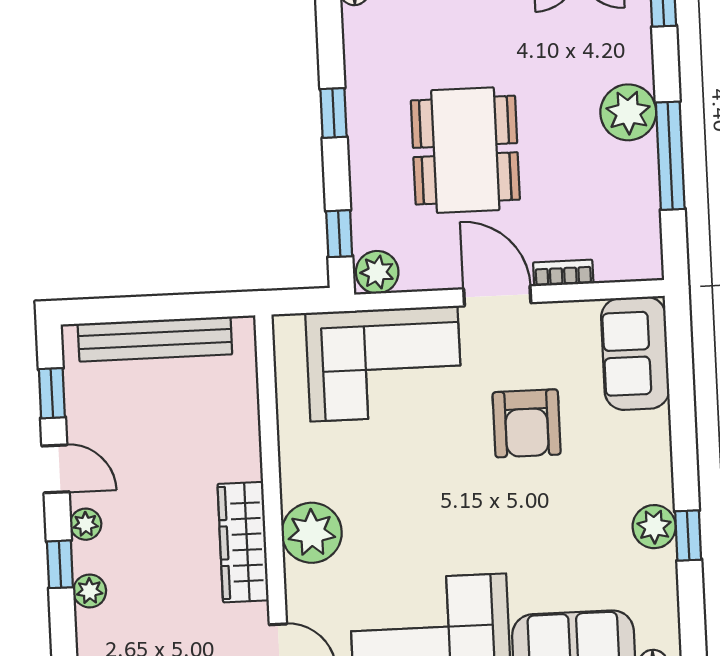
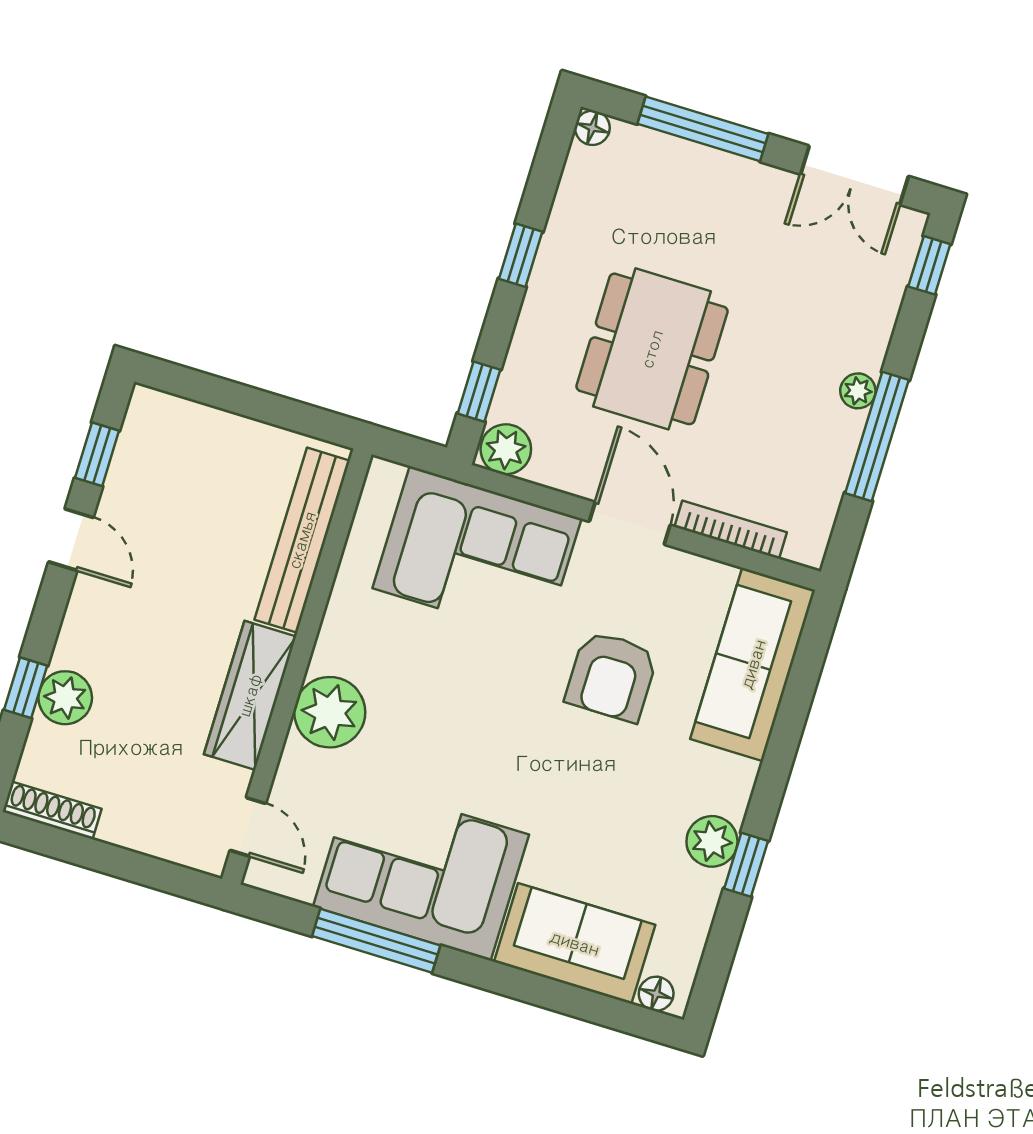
plant: (628, 112) -> (858, 391), width x0.53, depth x0.53
bookcase: (563, 273) -> (731, 530), width x1.56
bench: (155, 339) -> (302, 540), moved, turned 90
sofa: (635, 353) -> (753, 664), width x1.36
plant: (86, 524) -> (83, 613), removed
window: (60, 564) -> (26, 688), moved
plant: (90, 591) -> (65, 698), width x1.38, depth x1.38

